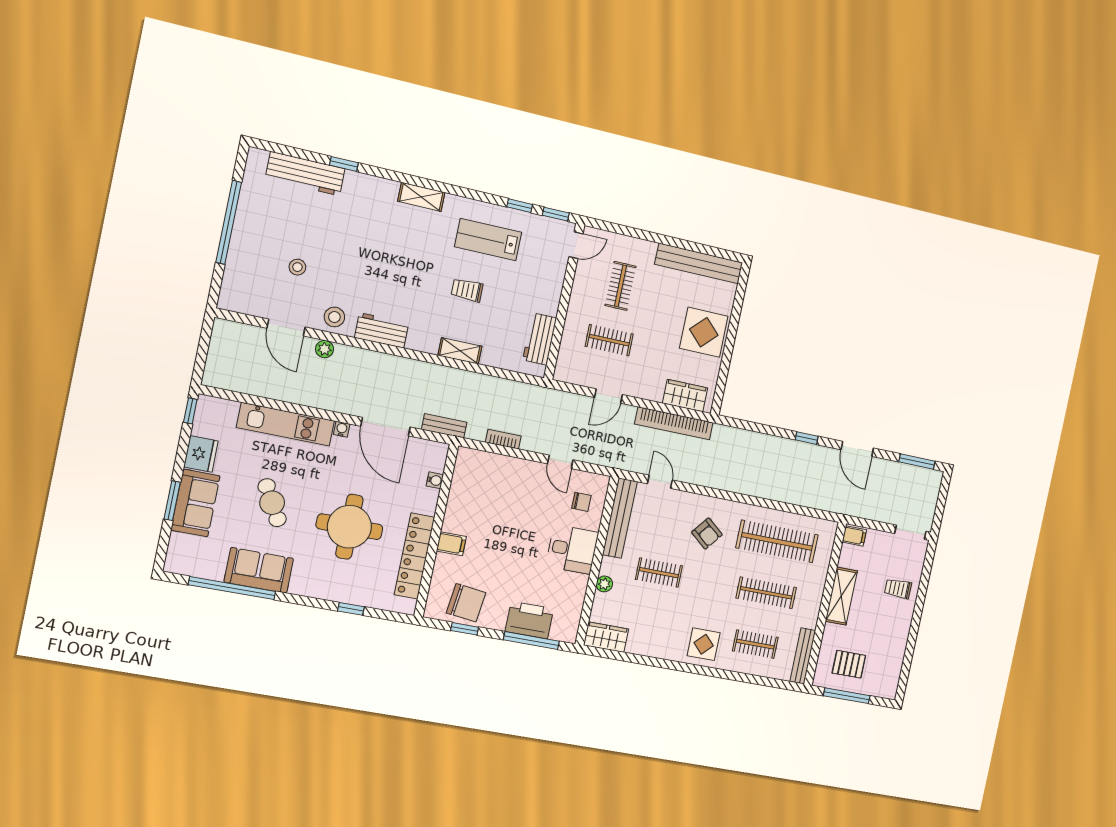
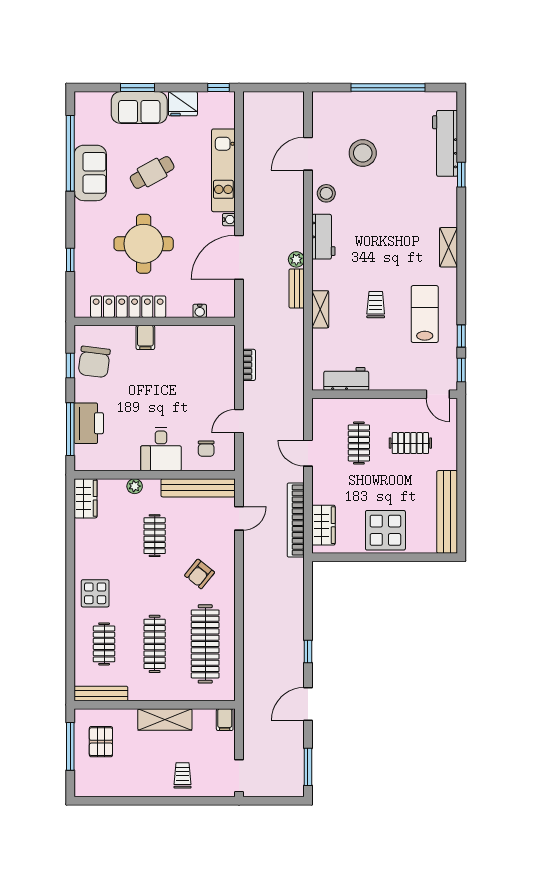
stool: (297, 267) -> (363, 153), width x1.89, depth x1.89
plant: (325, 349) -> (296, 259), moved
bench: (444, 426) -> (297, 288), moved

